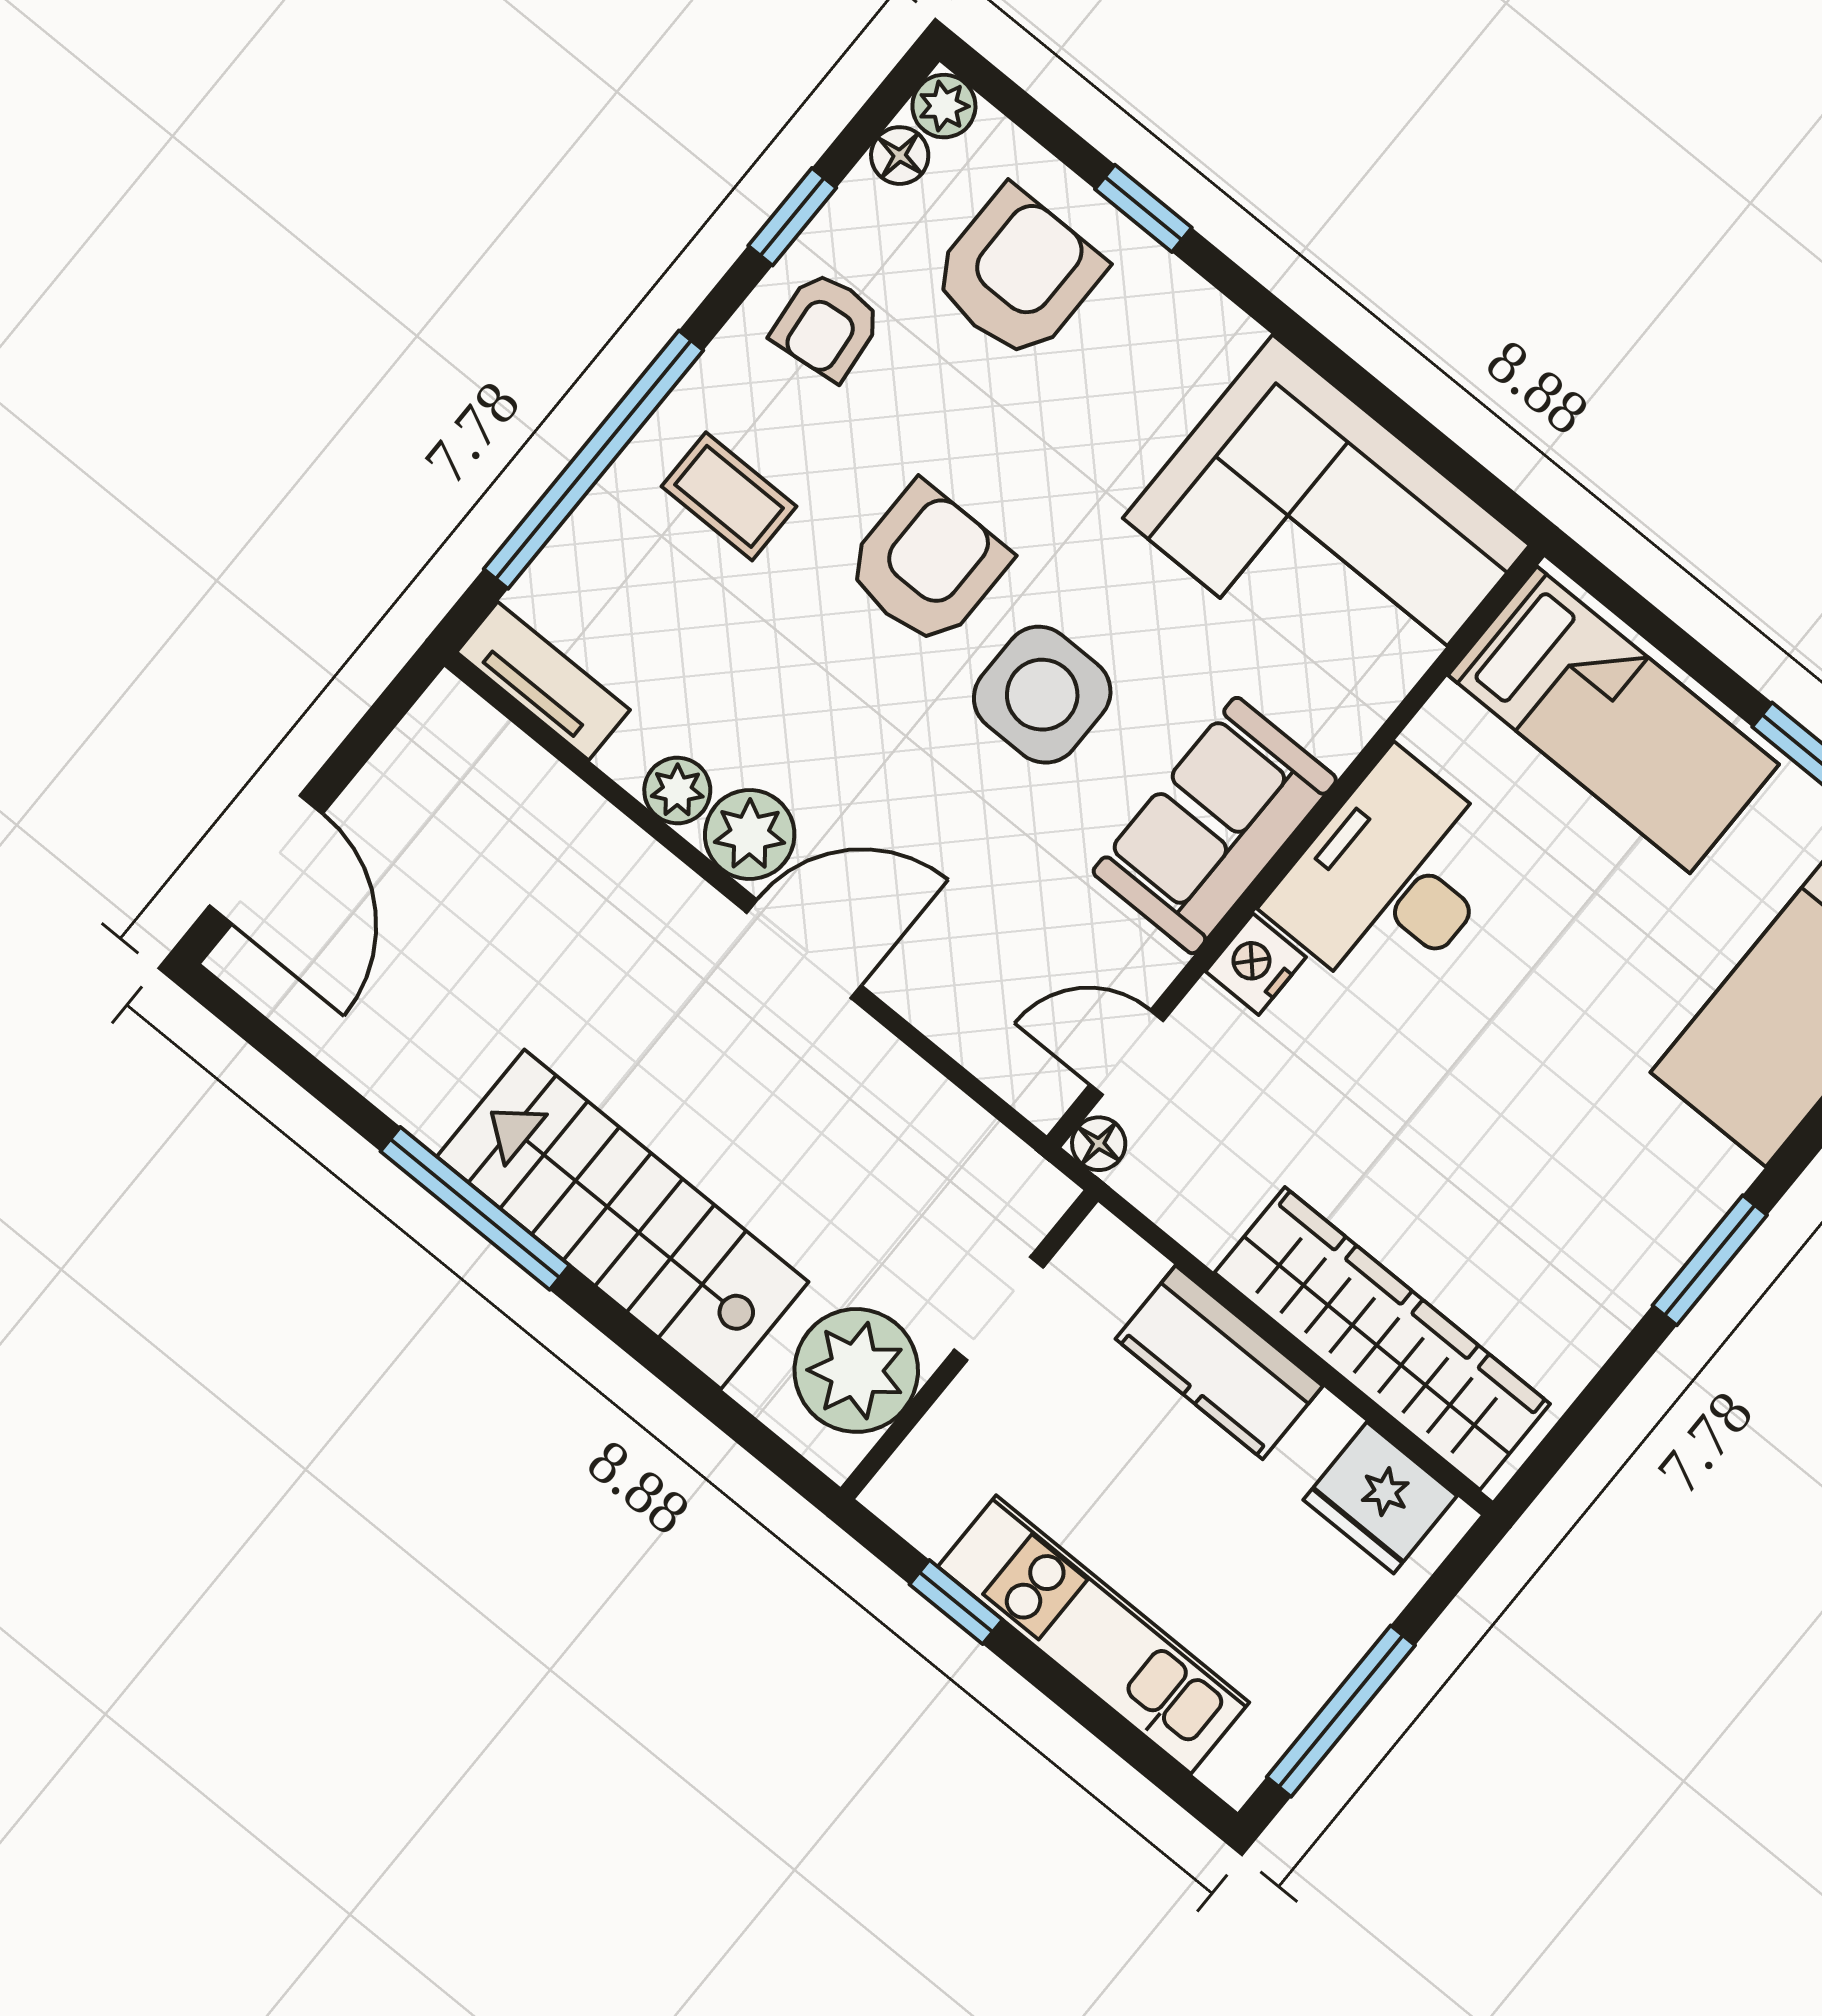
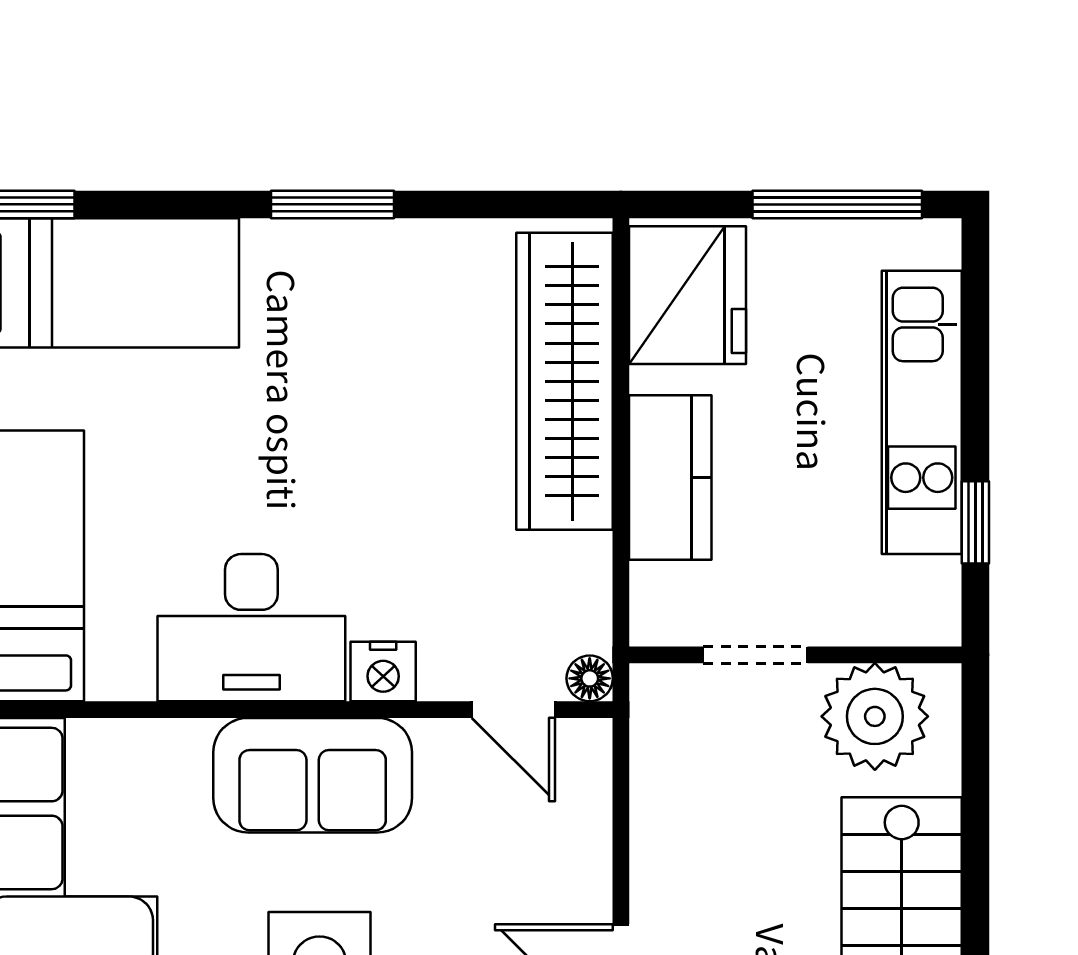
fridge: (1380, 1498) -> (687, 295), width x1.36, depth x1.34

